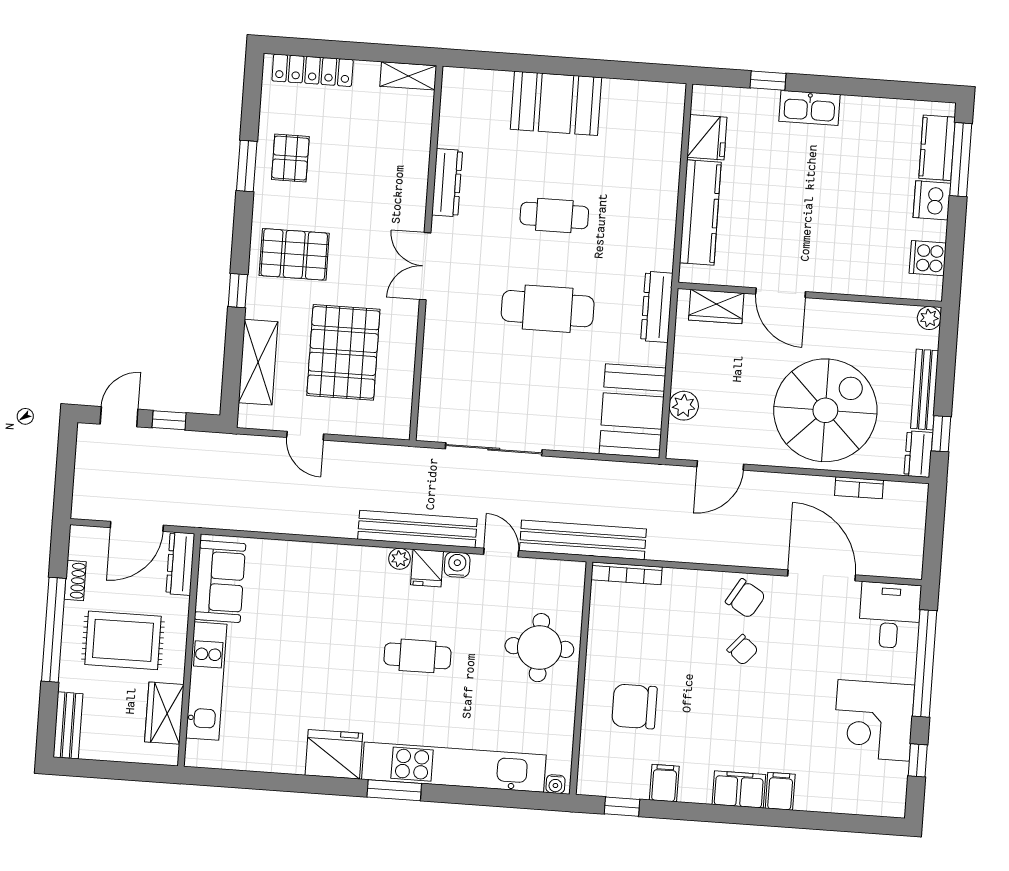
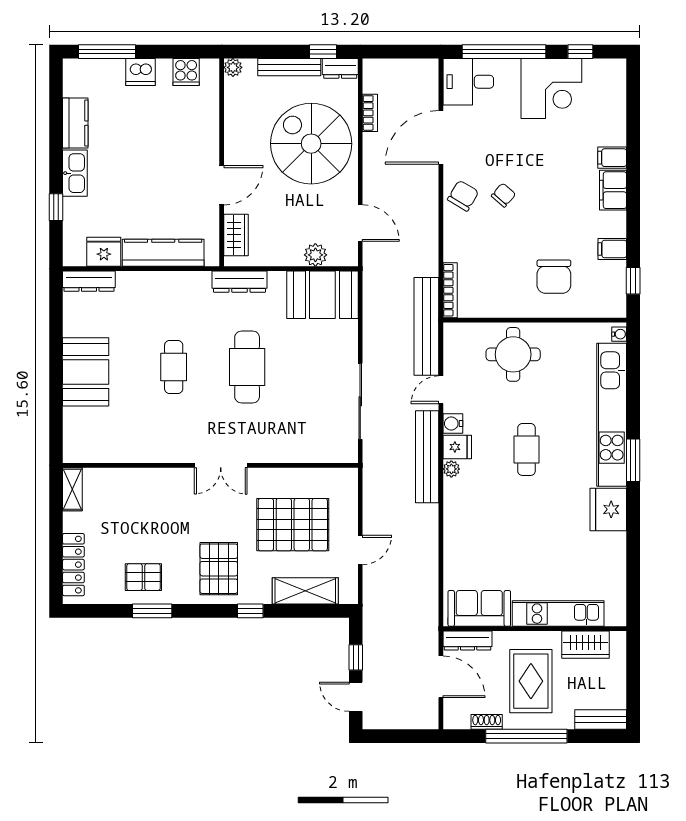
kitchen counter: (937, 148) -> (75, 123), moved, turned -90
dresser: (447, 183) -> (89, 281), moved, turned 180

